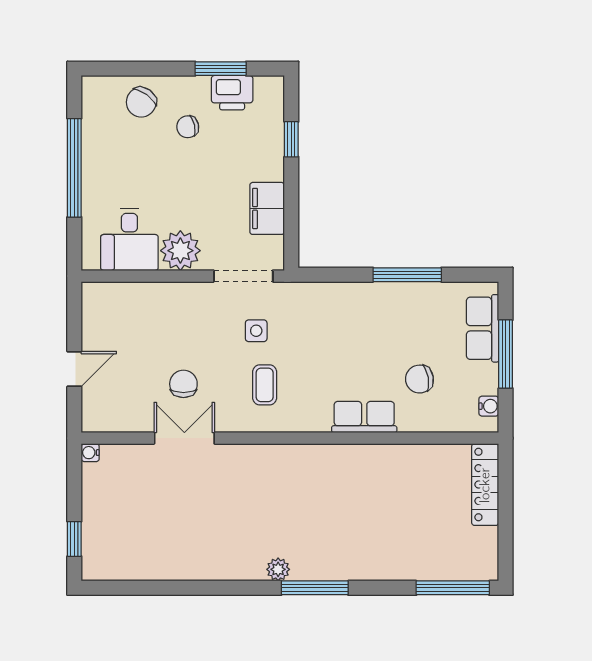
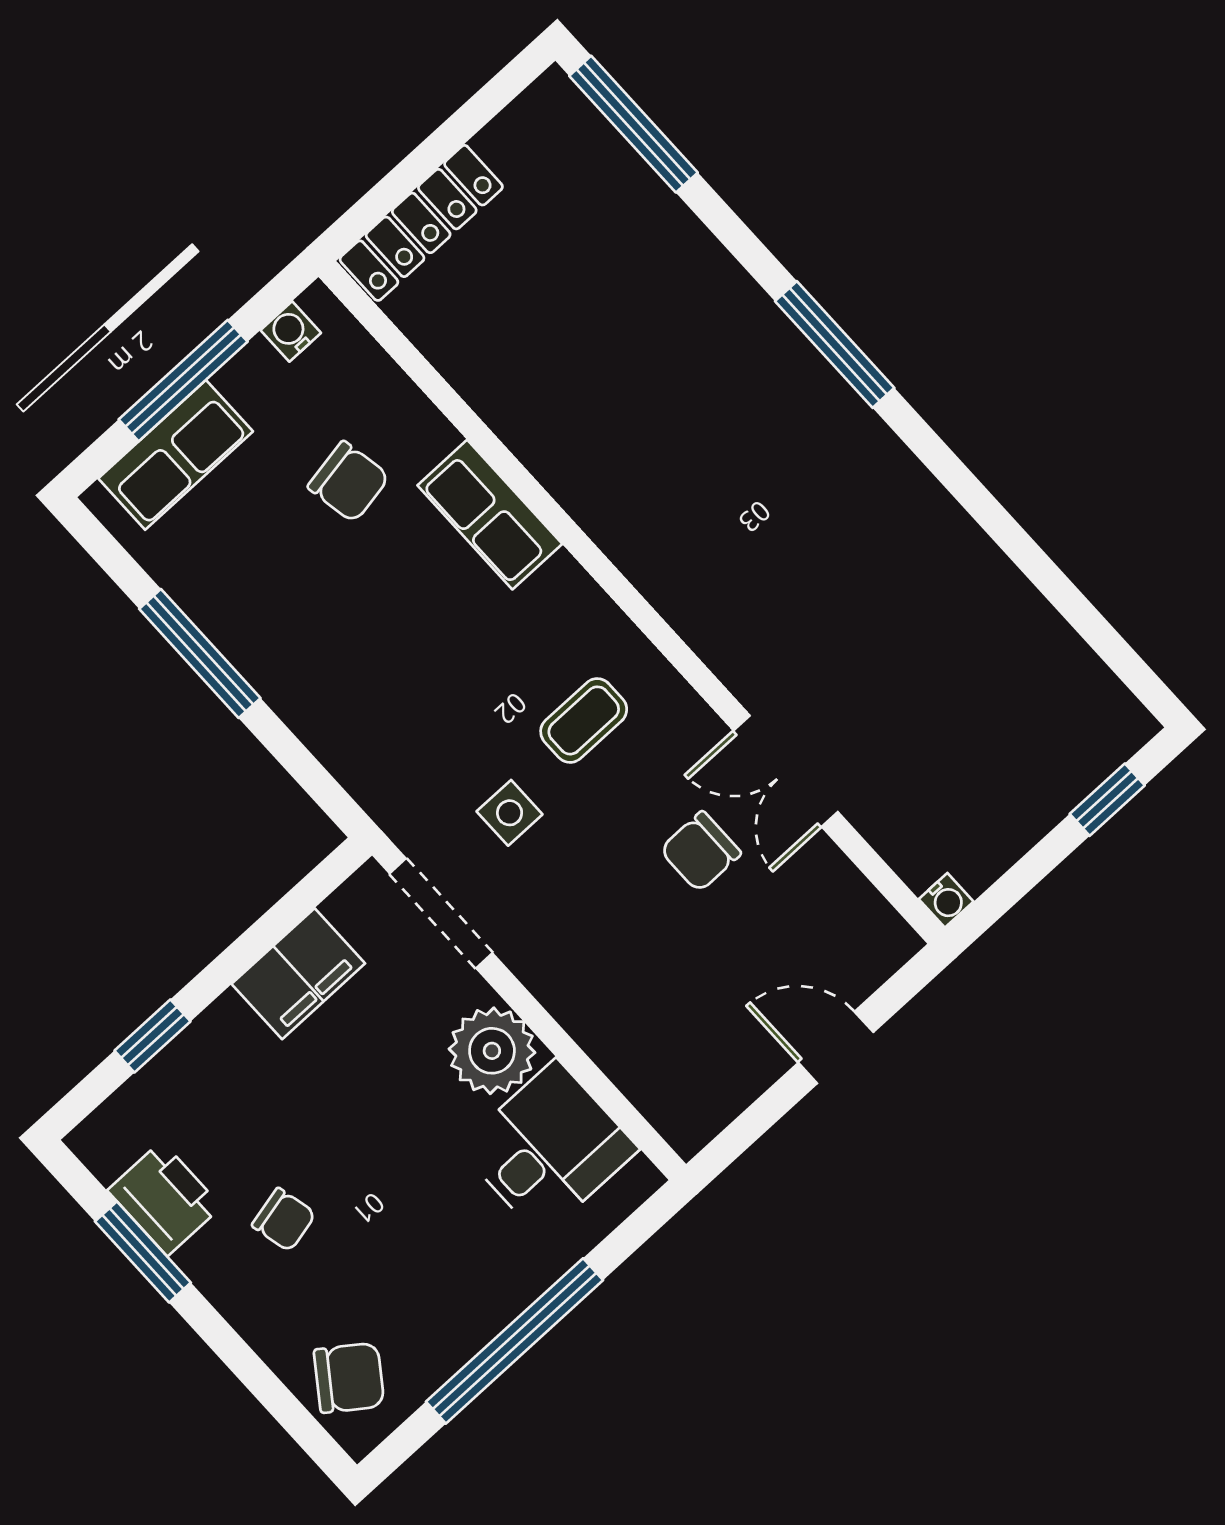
chair: (141, 102) -> (349, 1378), moved
plant: (278, 569) -> (859, 430), removed

